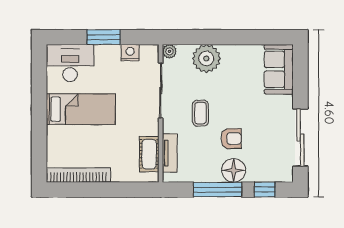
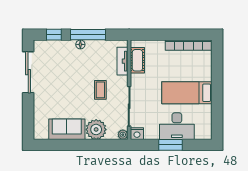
nightstand: (130, 53) -> (137, 134), moved
desk: (70, 63) -> (177, 126), moved
sofa: (279, 69) -> (67, 129), moved, turned -90
armchair: (231, 139) -> (78, 71), removed
floor lamp: (234, 170) -> (80, 44), width x0.53, depth x0.53

